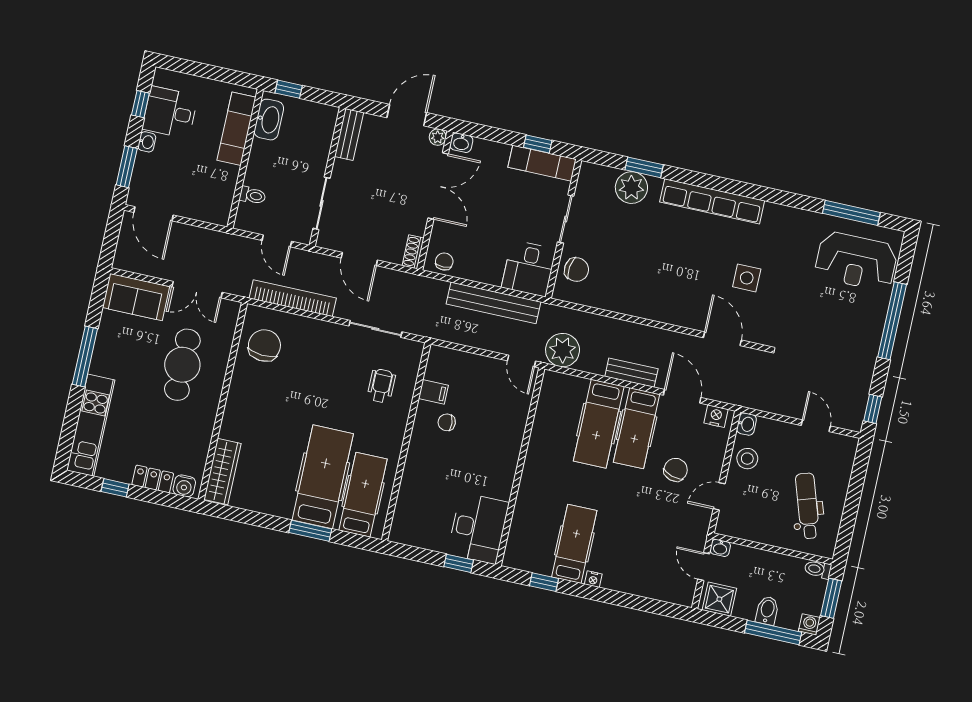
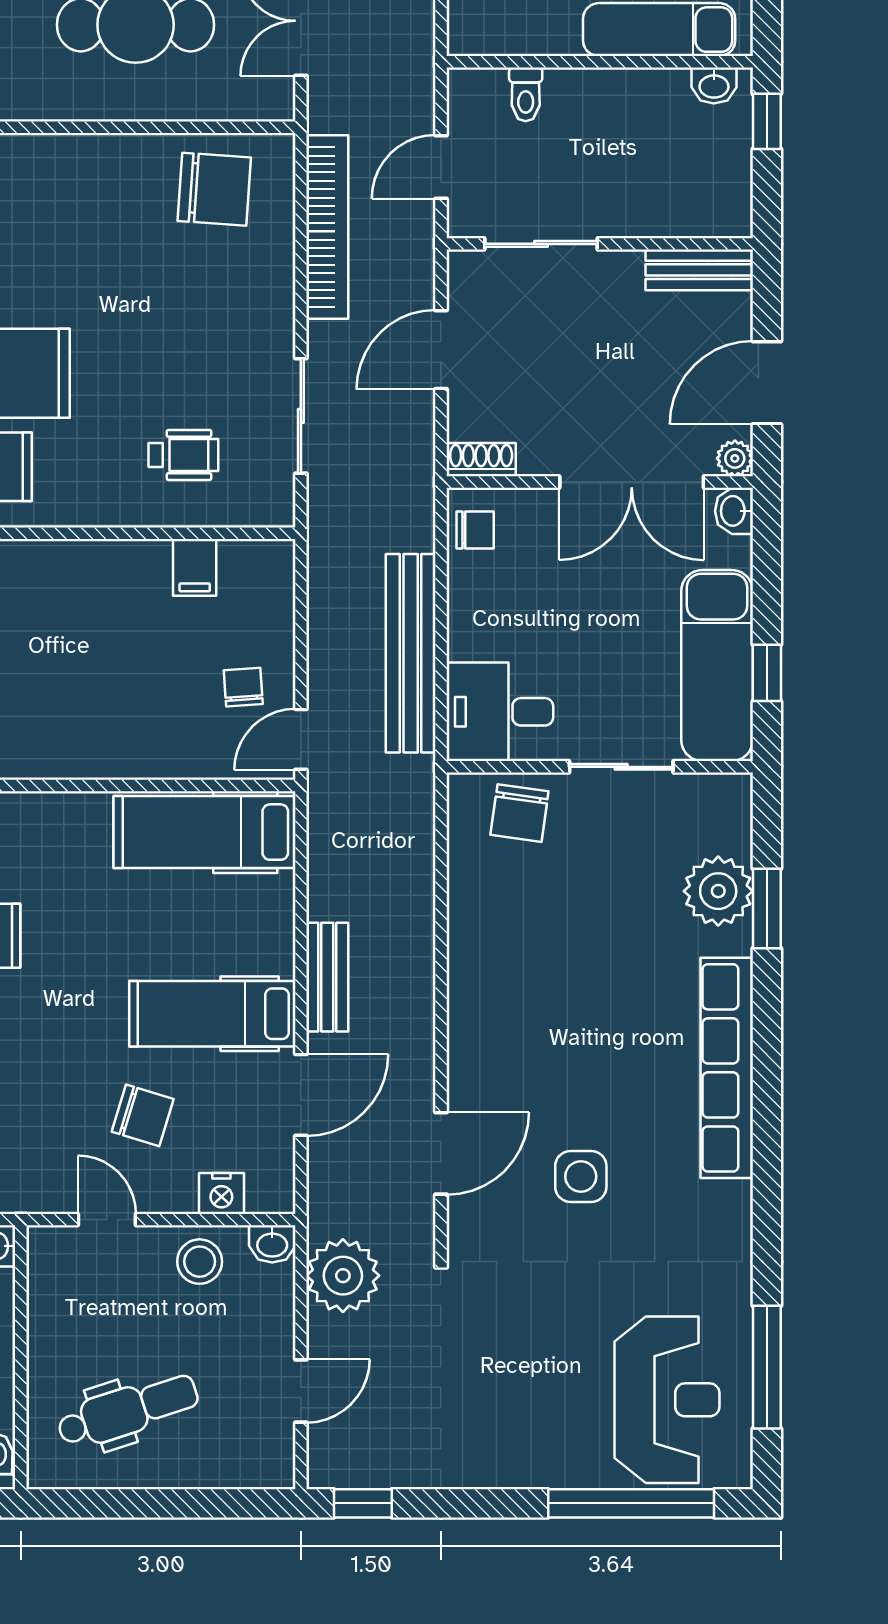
door: (407, 115) -> (767, 383), swing flipped
washbasin: (269, 120) -> (714, 85), width x0.52, depth x0.69
exam couch: (542, 163) -> (717, 666), width x1.36, depth x1.45
reception desk: (856, 261) -> (667, 1400), turned 180
window: (892, 321) -> (631, 1503), moved
plant: (563, 350) -> (343, 1276), moved
nightstand: (716, 416) -> (221, 1193), moved, turned 90
chair: (447, 422) -> (243, 687), moved
hospital bed: (599, 424) -> (204, 832), moved

